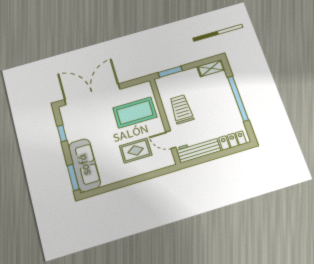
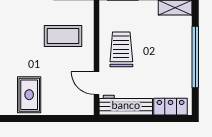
coffee table: (135, 112) -> (63, 36), width x0.73, depth x0.76
rug: (136, 151) -> (29, 95), moved, turned 90

